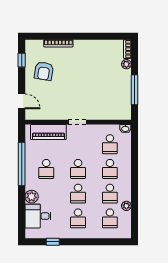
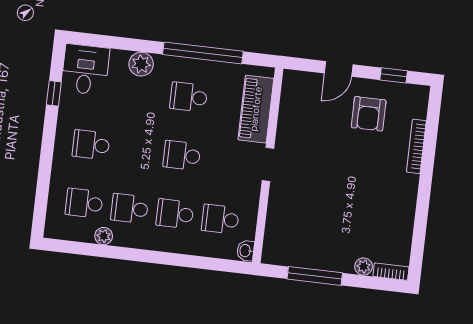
armchair: (44, 71) -> (369, 114), turned -99
door: (22, 101) -> (339, 69), moved
school desk: (78, 194) -> (136, 150), removed
desk: (38, 216) -> (85, 70), moved

